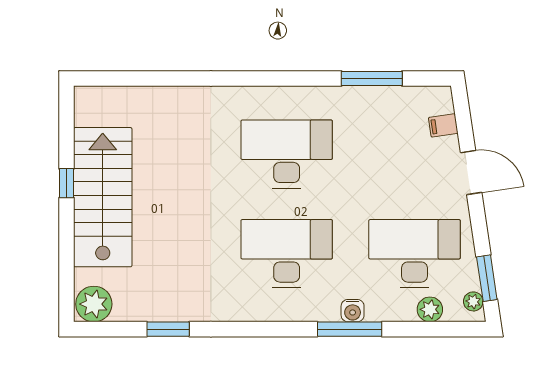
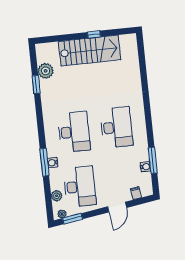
water cooler: (385, 97) -> (145, 167), added
plant: (94, 304) -> (46, 71), moved

